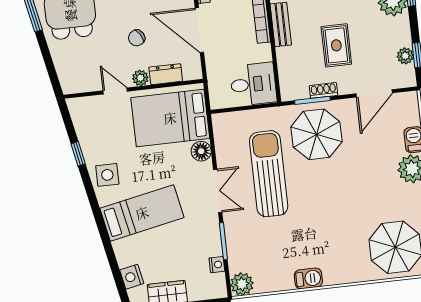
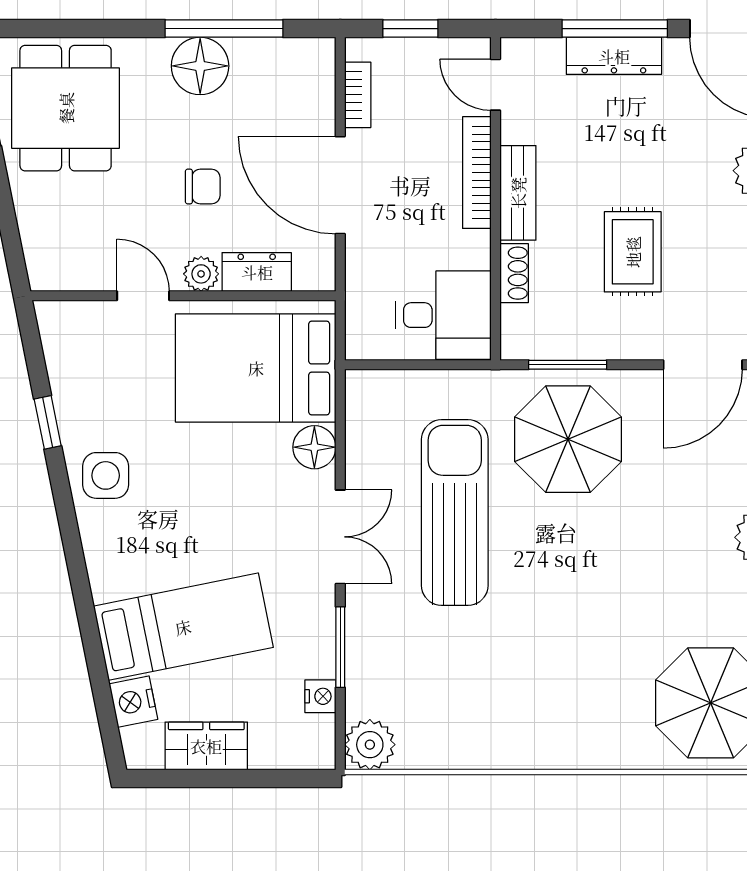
chair: (137, 38) -> (203, 186), turned -150
shoe rack: (324, 90) -> (514, 273), moved, turned 90
bed: (142, 213) -> (183, 627), moved
barbecue: (308, 278) -> (515, 749), removed

